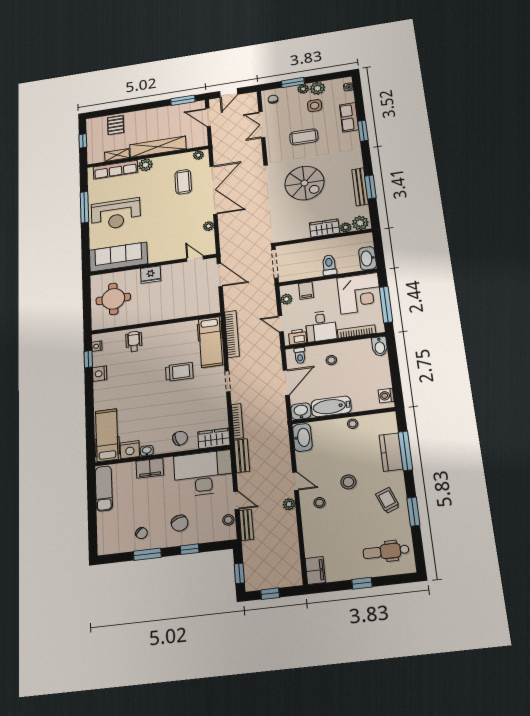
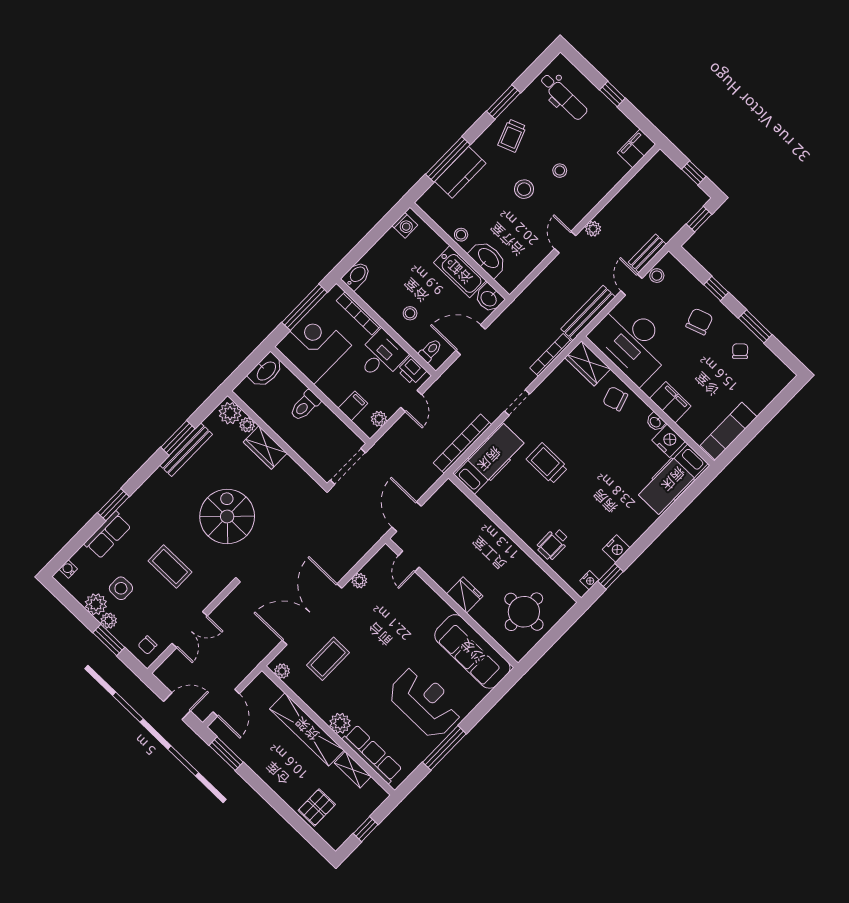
washbasin: (302, 437) -> (488, 259), moved, turned 90
bench: (242, 456) -> (588, 313), width x1.36
stool: (319, 503) -> (560, 171), moved

